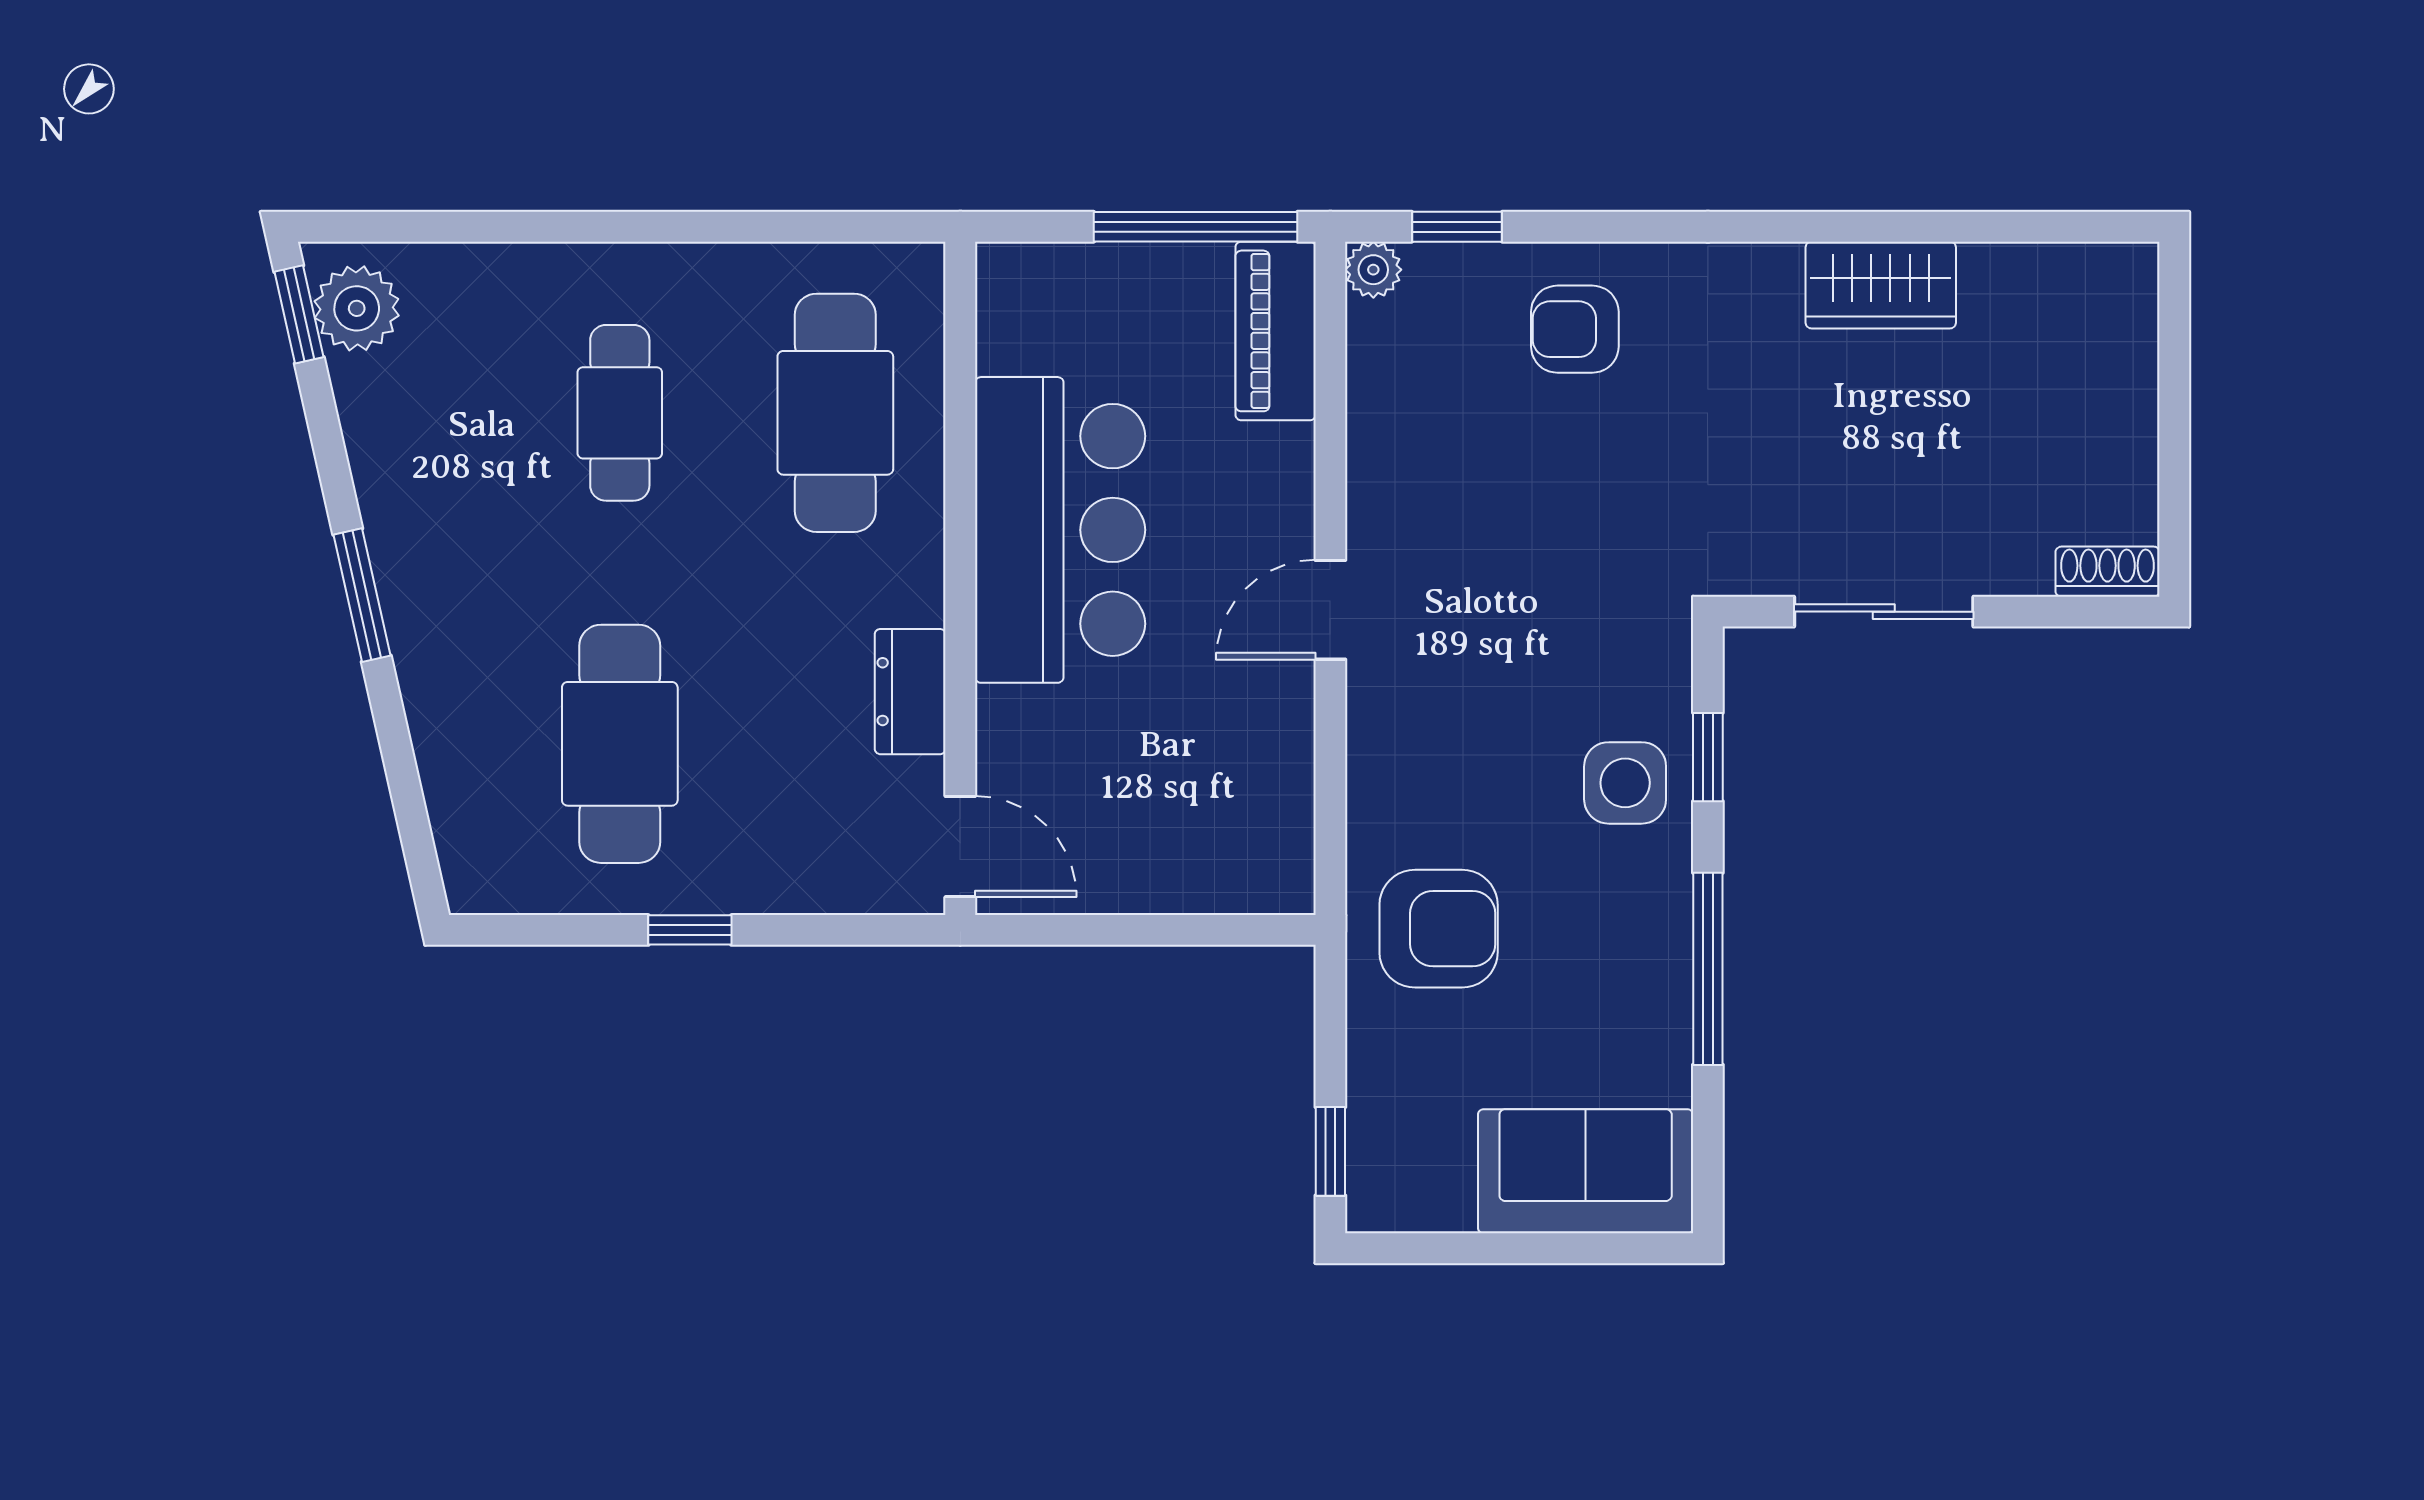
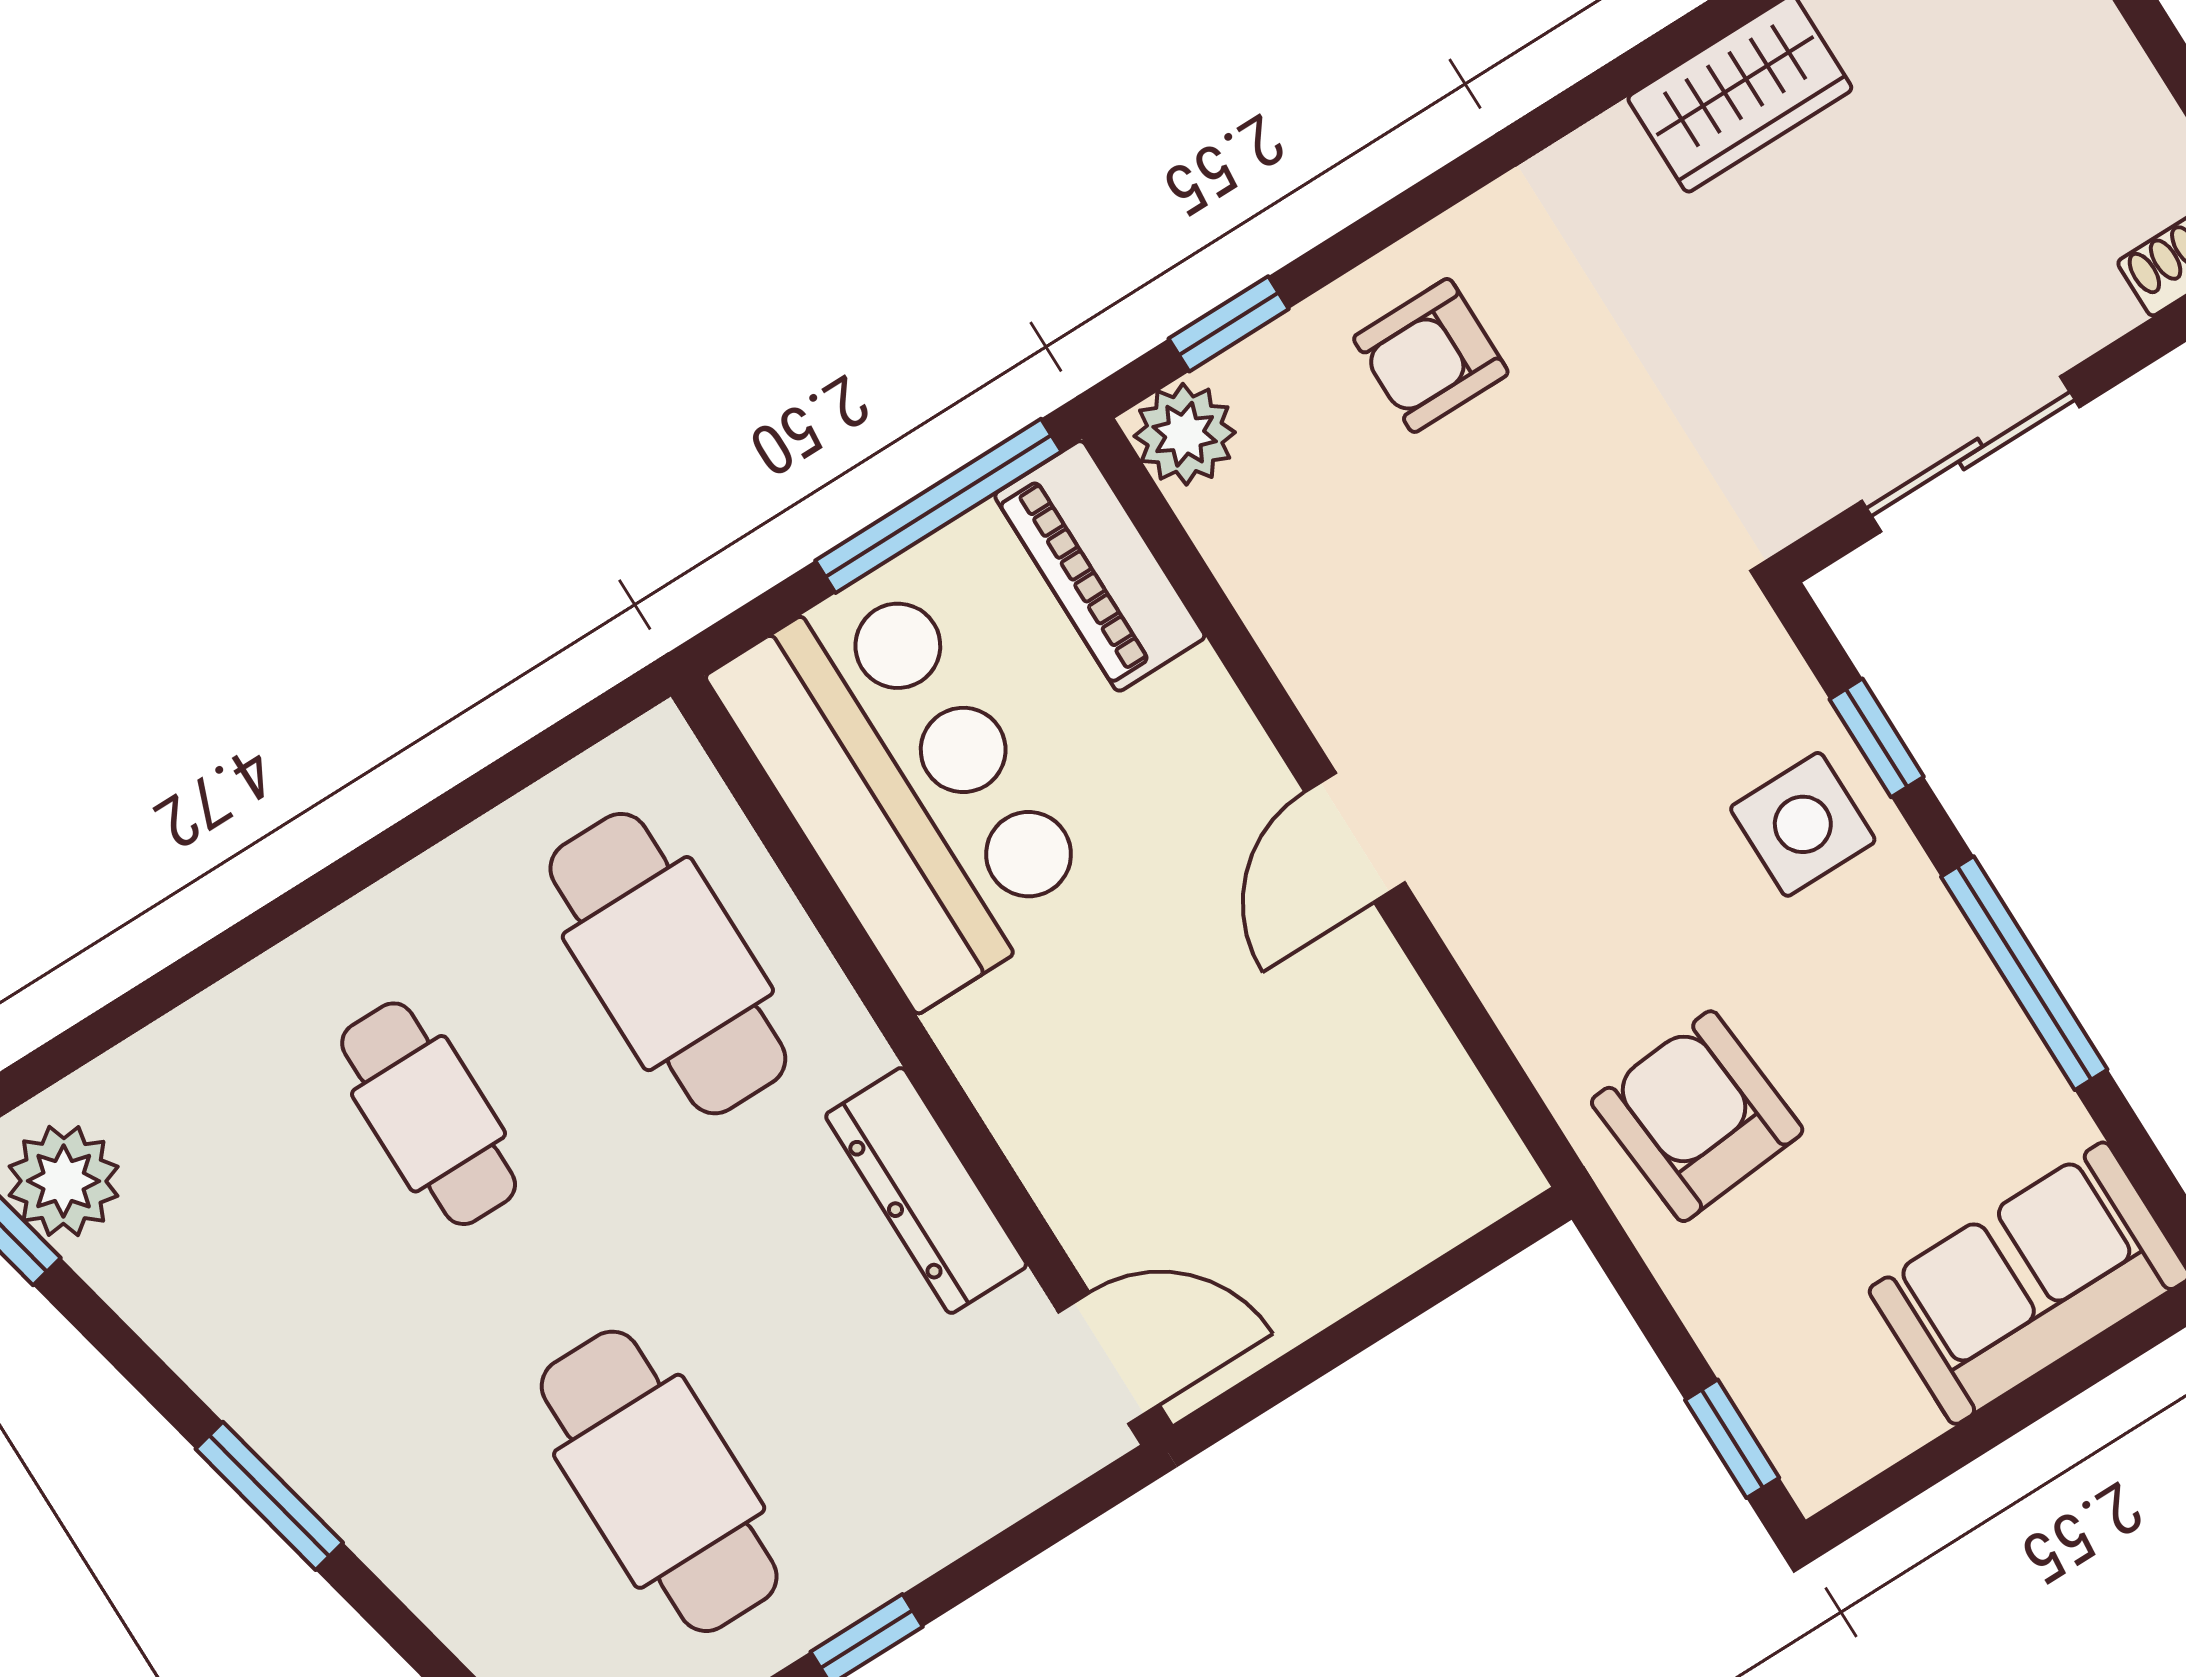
plant: (1373, 270) -> (1185, 434), width x1.38, depth x1.38
bar counter: (1060, 530) -> (905, 787), moved
dresser: (910, 692) -> (926, 1191), width x1.44
armchair: (1439, 929) -> (1697, 1116), turned -95

